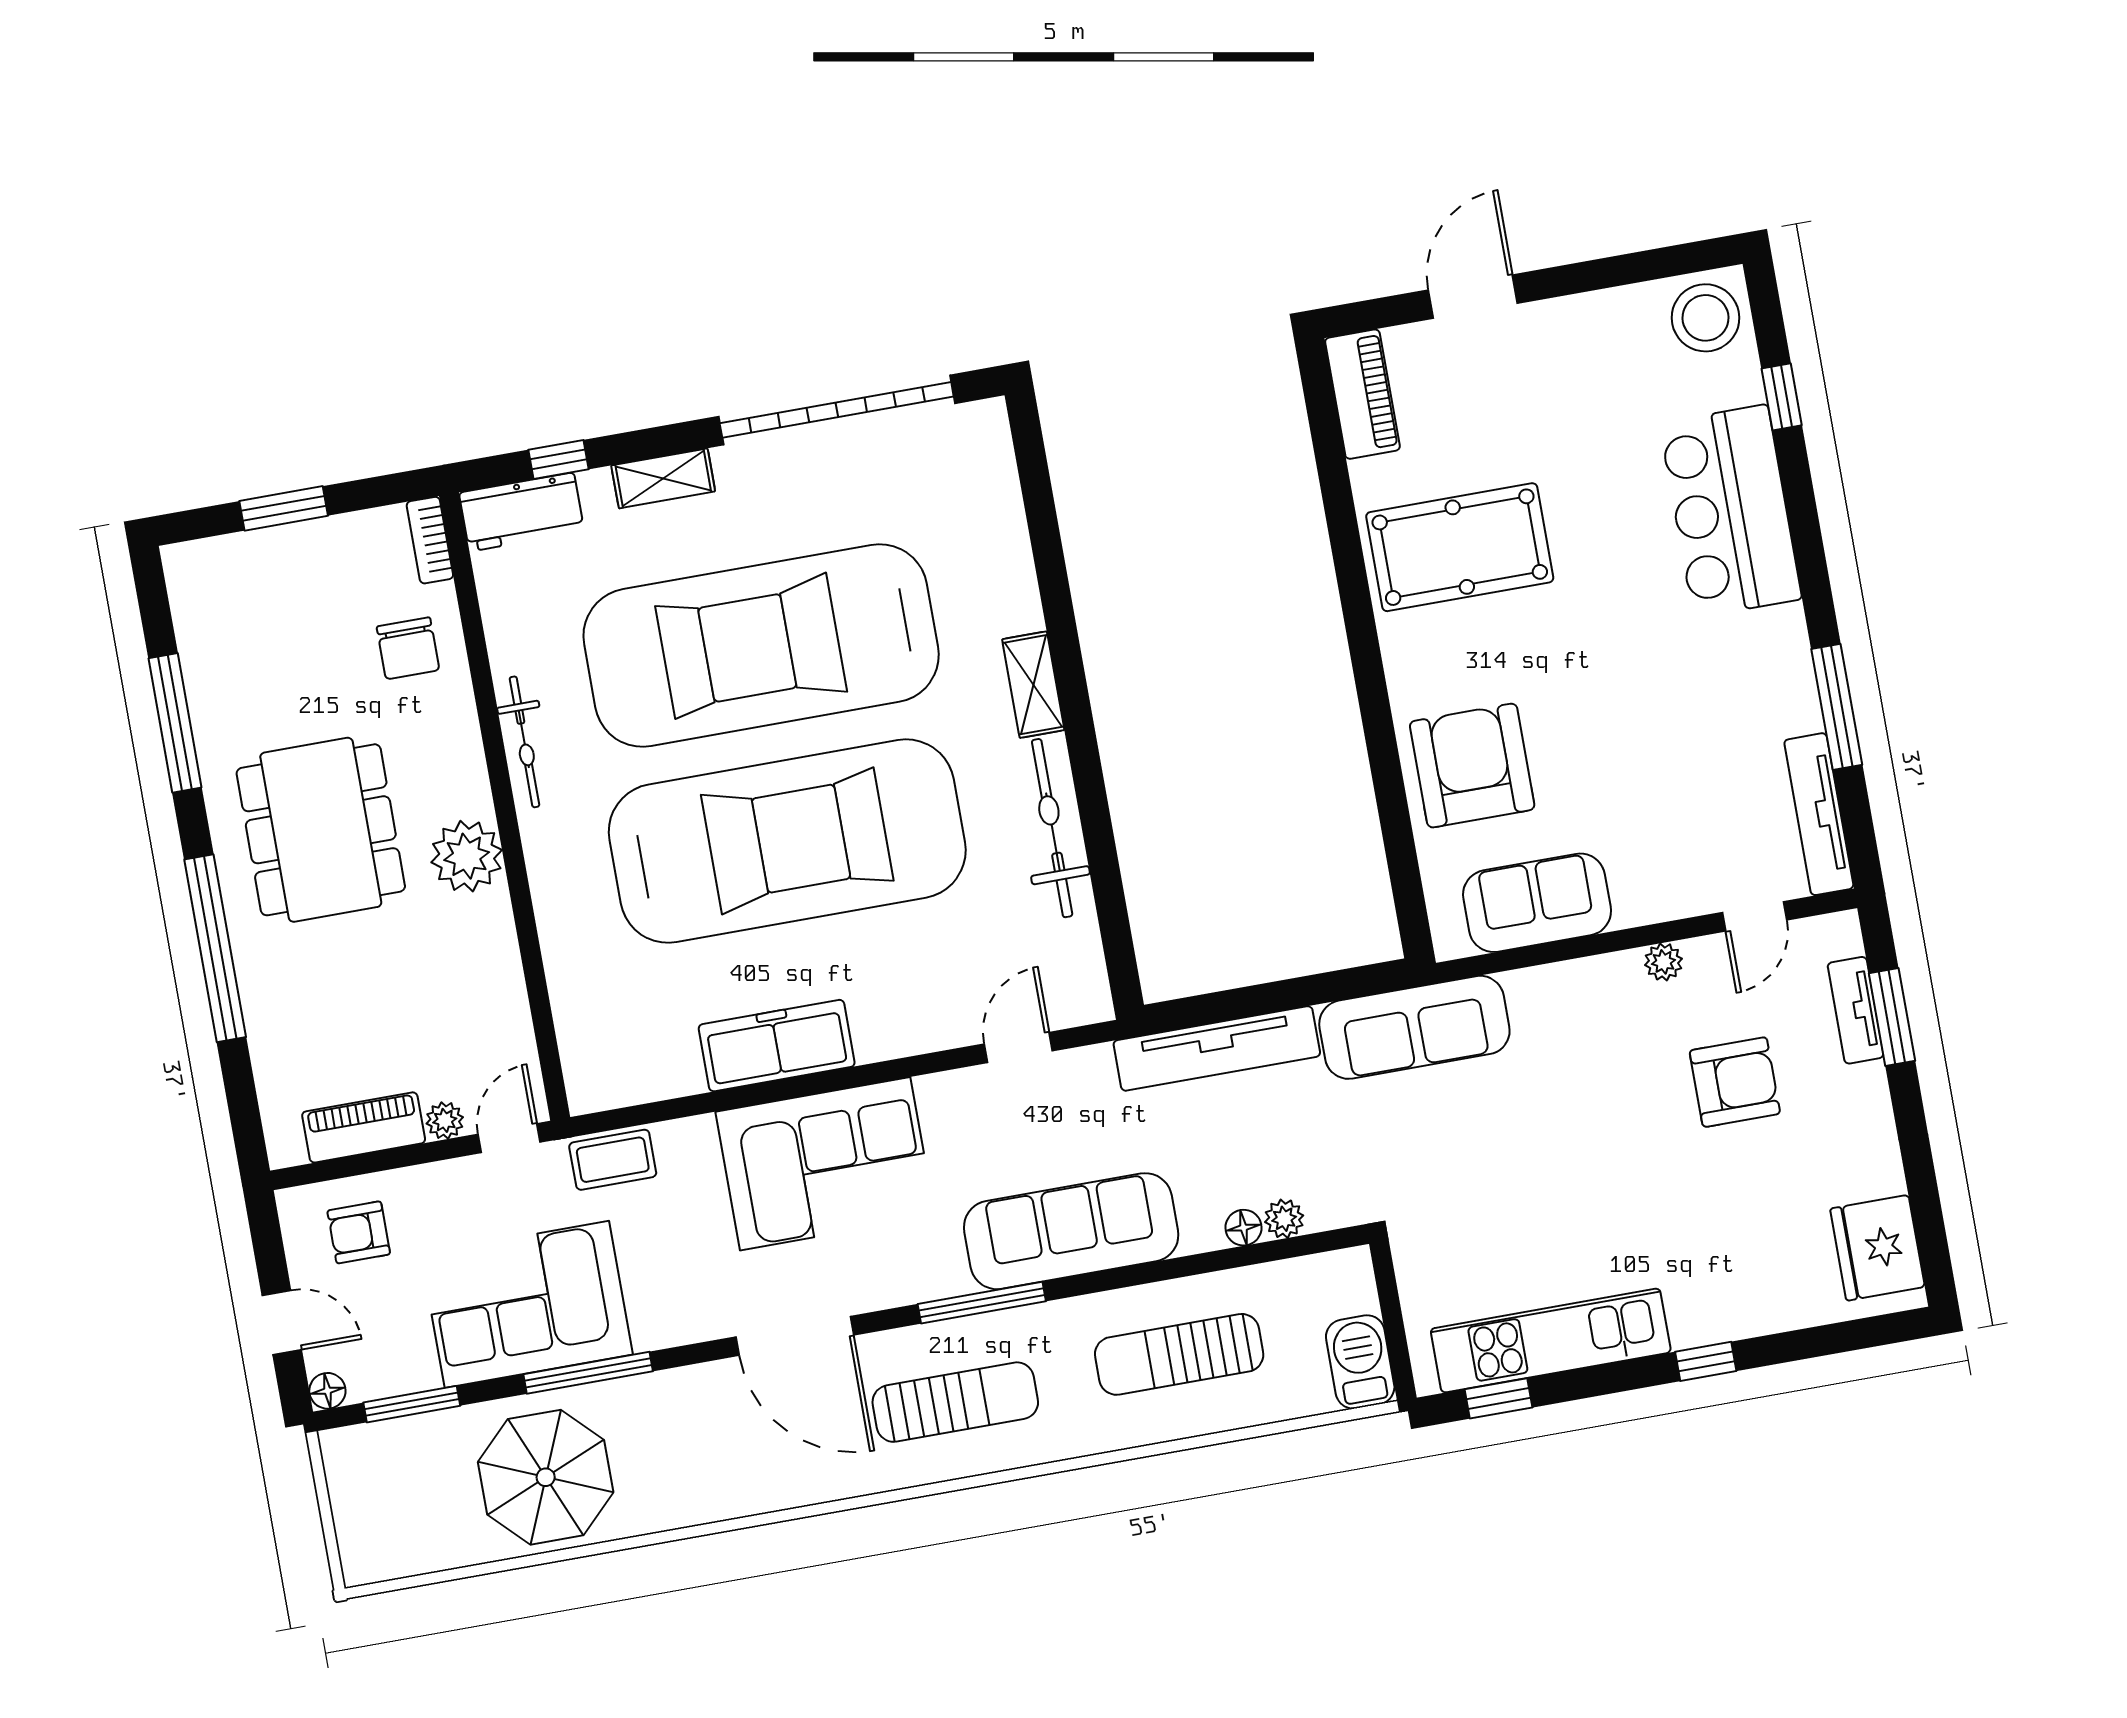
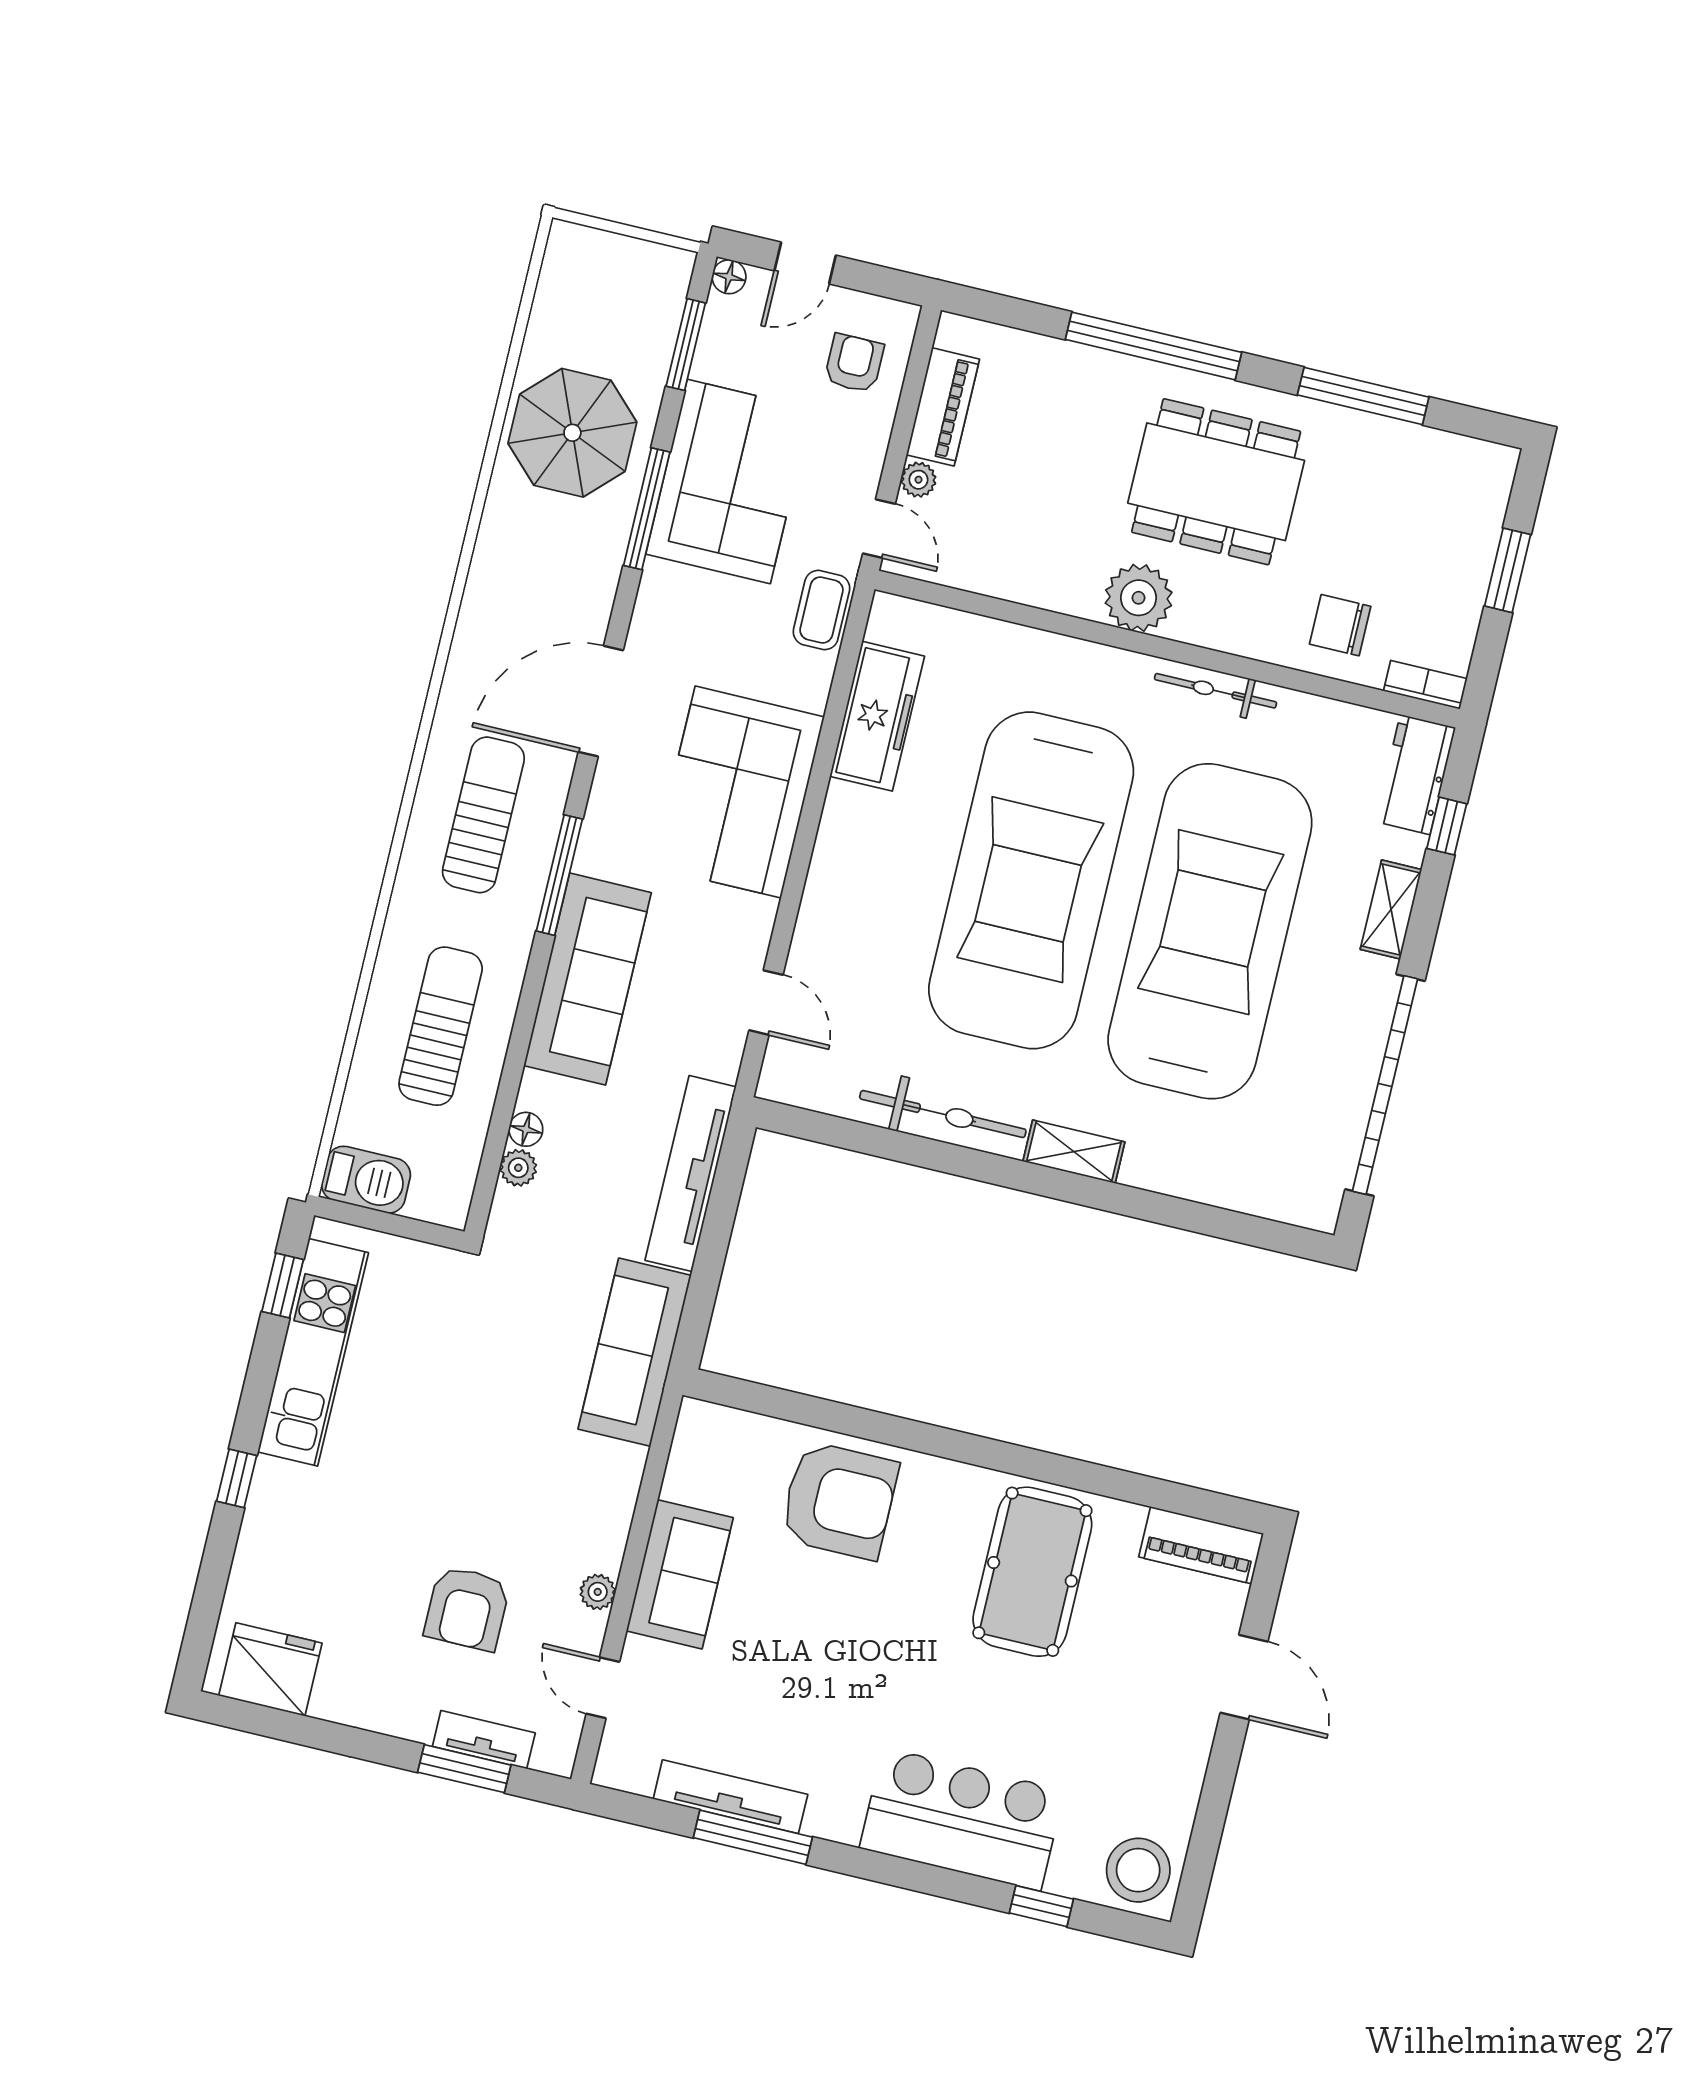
tv unit: (1819, 814) -> (730, 1797), moved
sofa: (1537, 903) -> (680, 1574), moved
freezer: (777, 1046) -> (877, 716), moved
sun lounger: (955, 1402) -> (483, 815), turned 180

